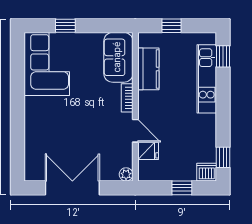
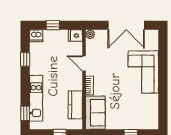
corner sofa: (47, 64) -> (143, 72), moved
fridge: (148, 151) -> (75, 36), moved
window: (223, 157) -> (25, 59), moved

